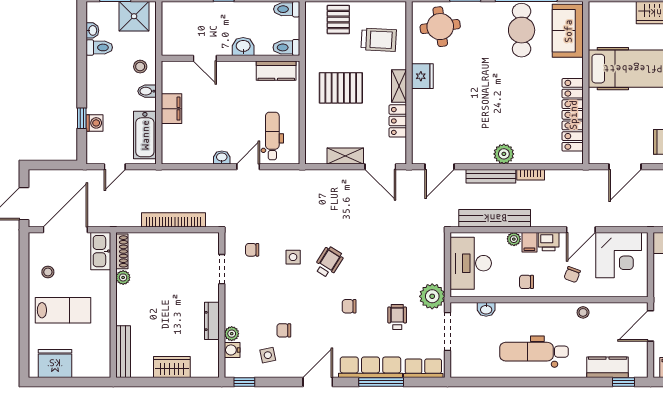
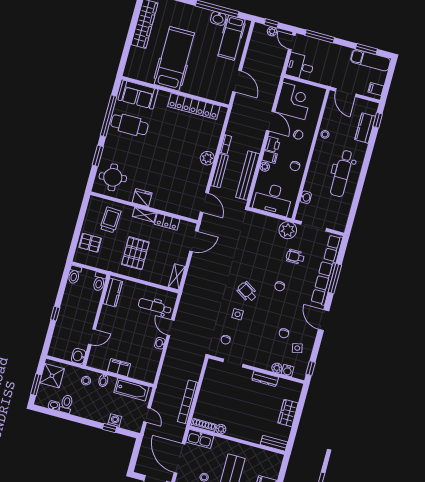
washbasin: (243, 46) -> (79, 356), moved
shelving: (345, 156) -> (177, 277), moved
bookcase: (174, 220) -> (188, 402), moved
bench: (123, 352) -> (274, 443), width x0.73

